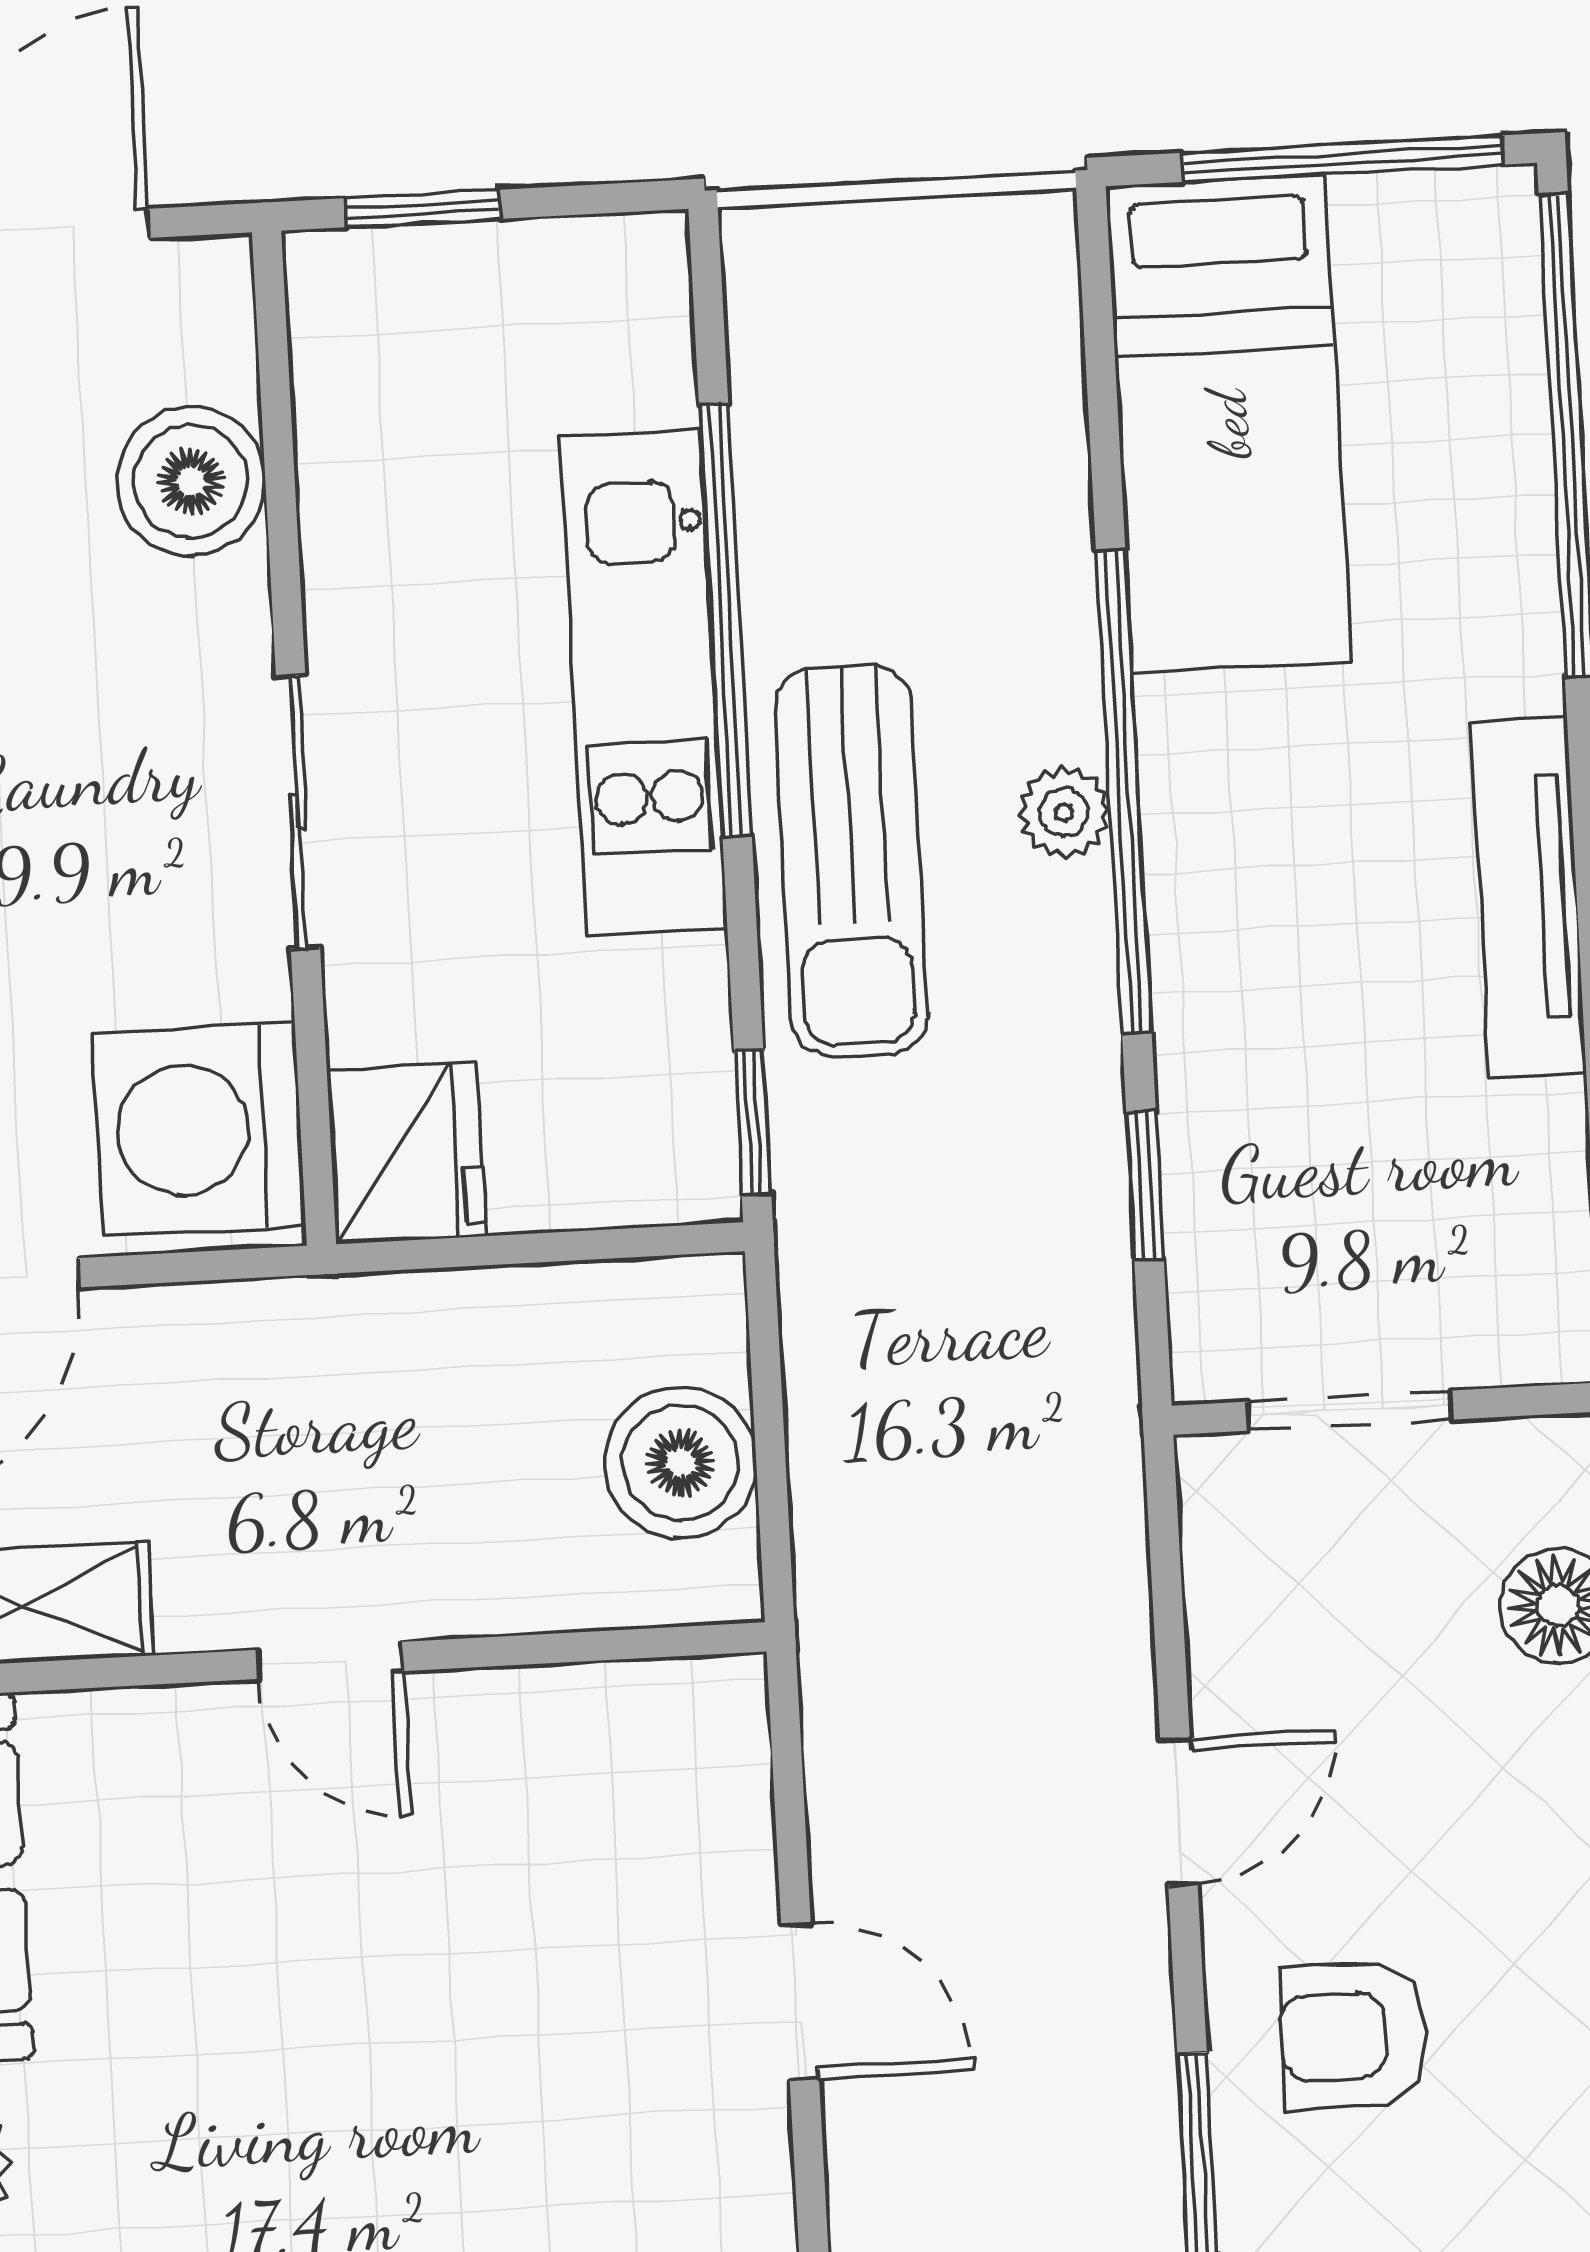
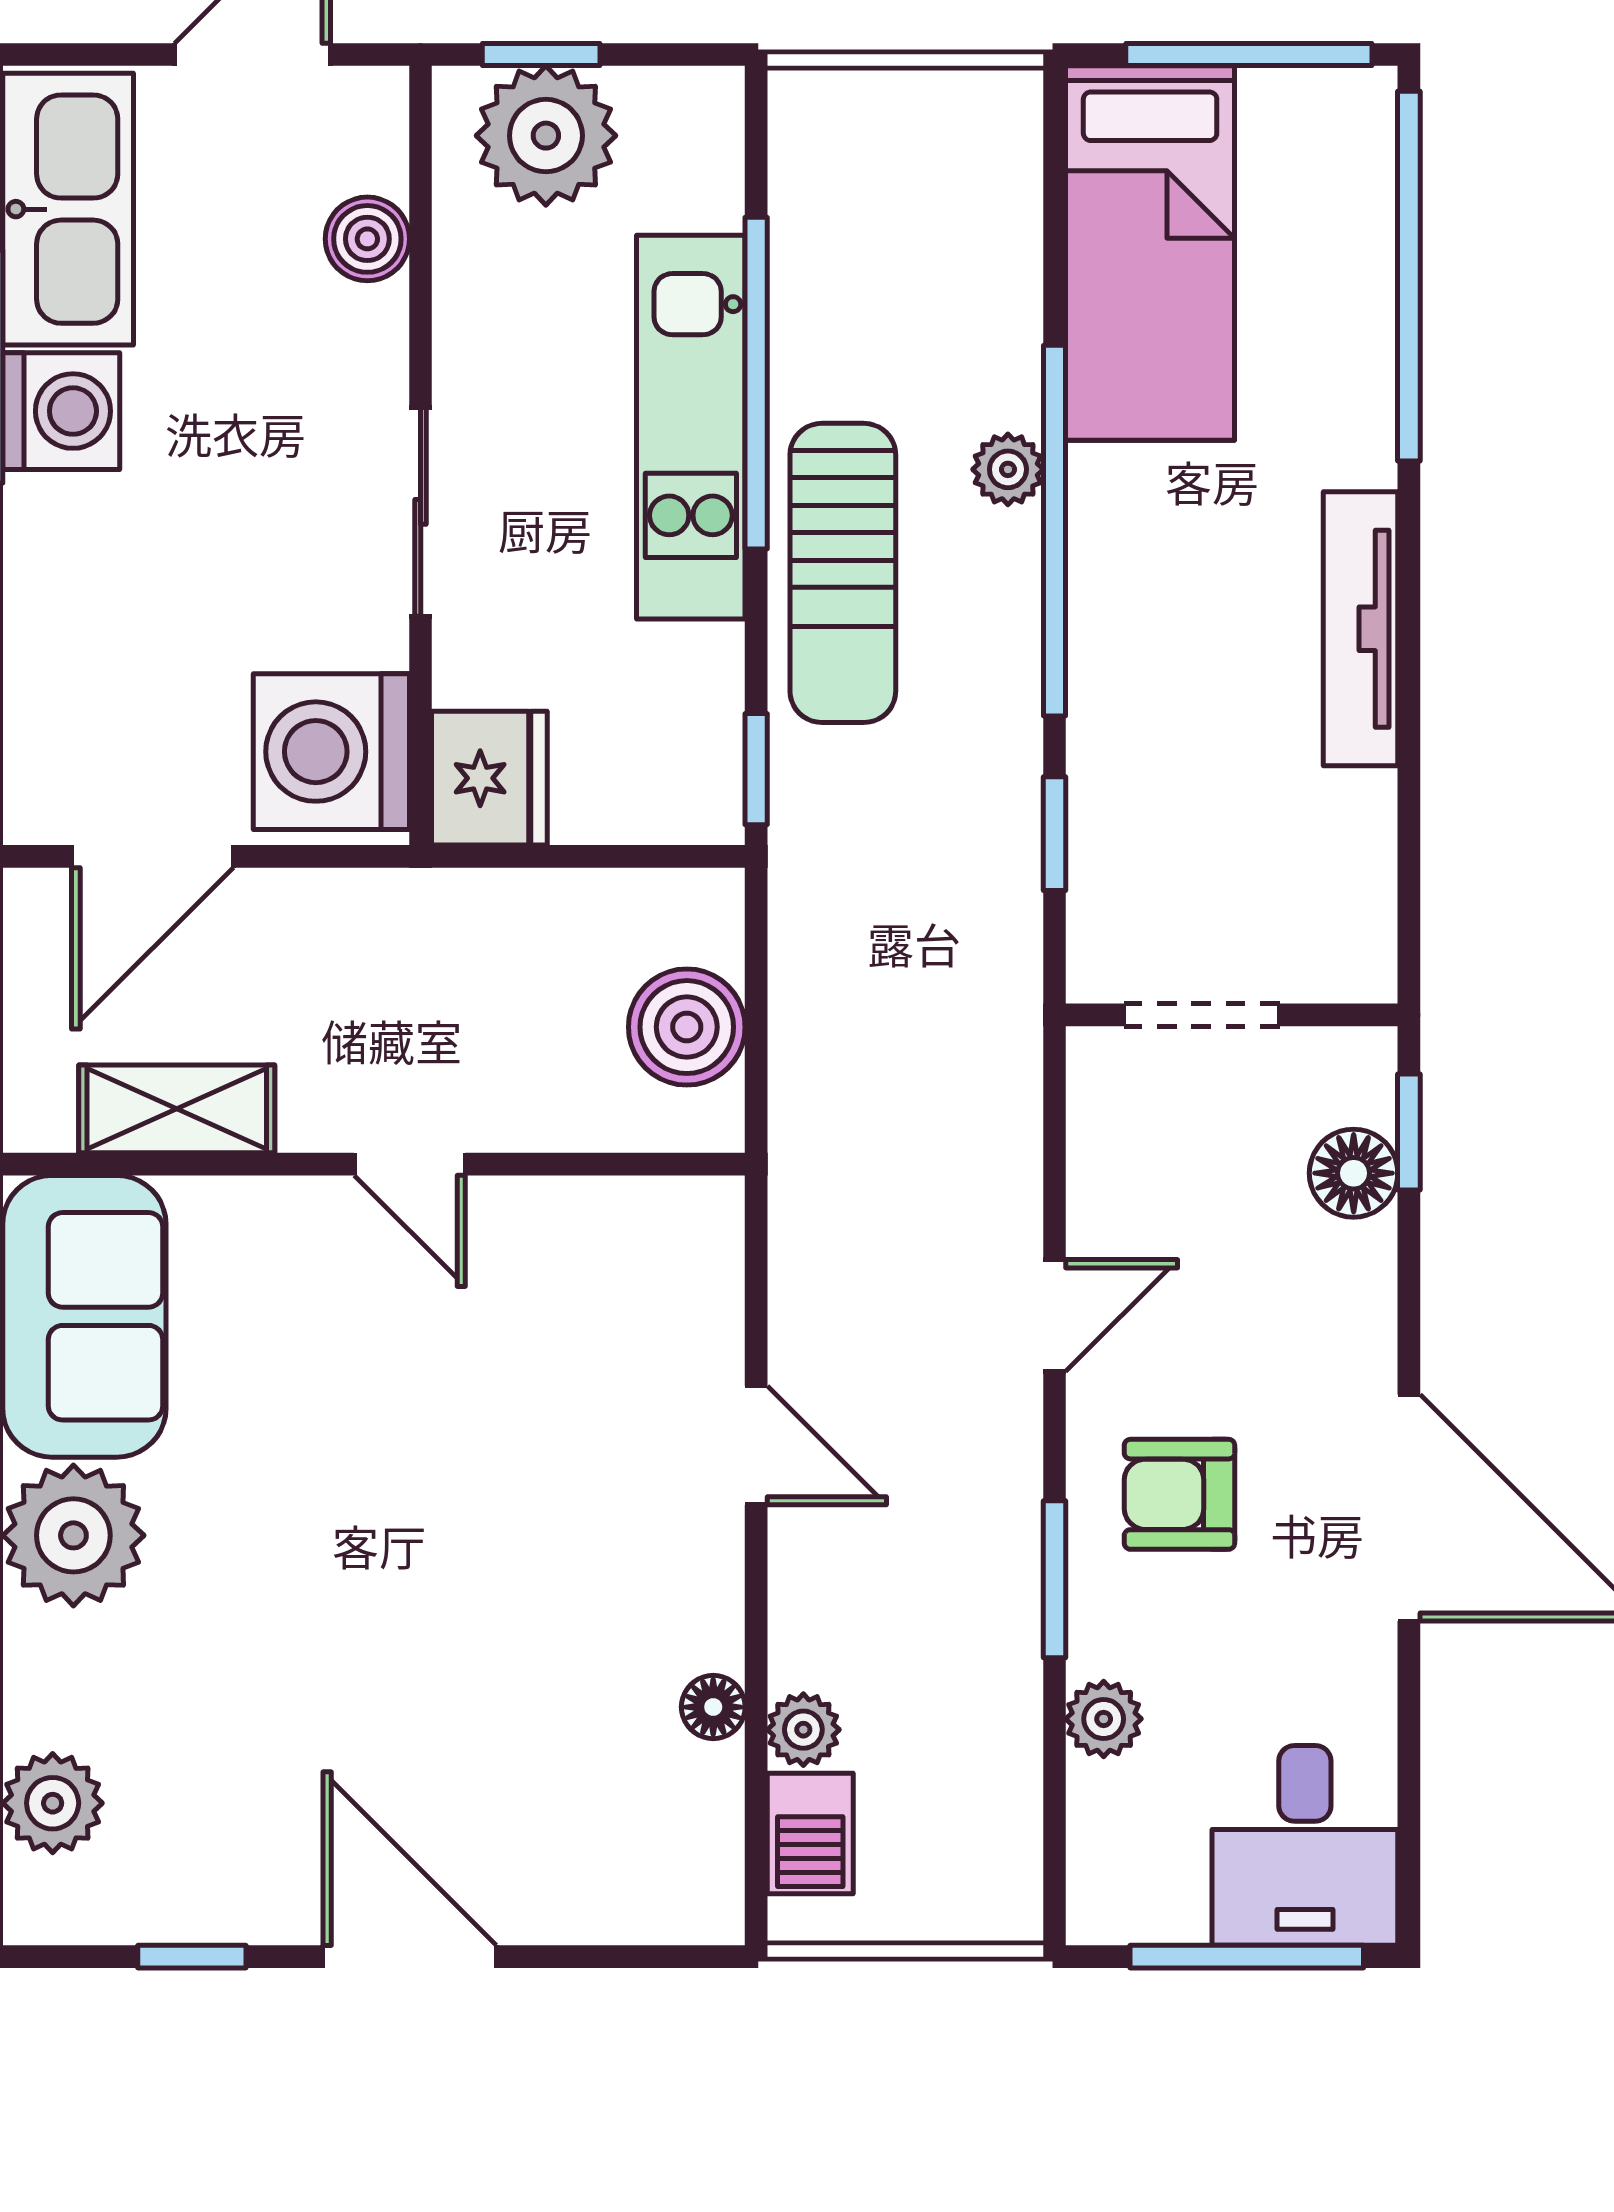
plant: (435, 314) -> (546, 136), added
boiler: (191, 481) -> (367, 239), width x0.73, depth x0.73
plant: (1064, 812) -> (1008, 469), moved

